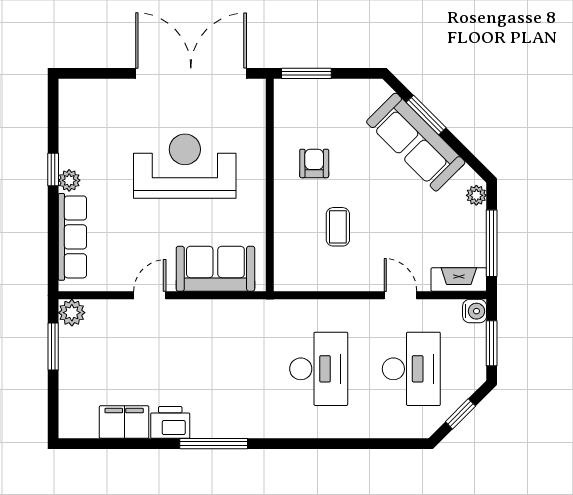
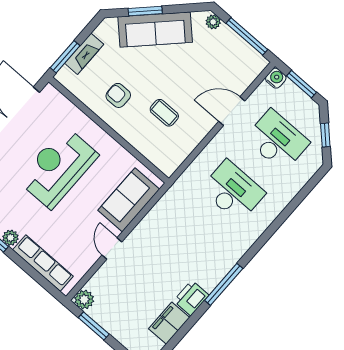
fireplace: (459, 280) -> (84, 54), moved, turned 180
door: (400, 295) -> (232, 111), width x1.38

